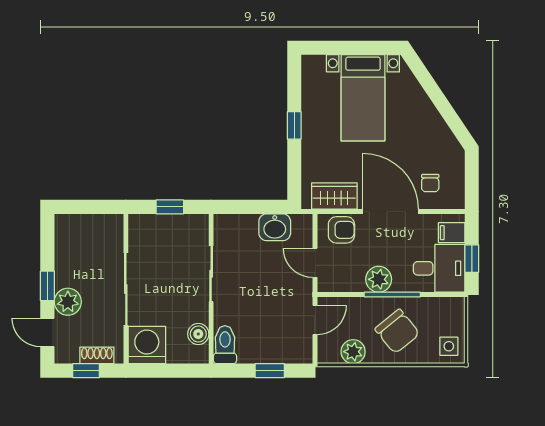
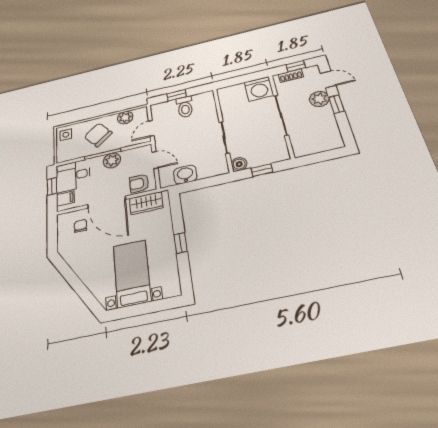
boiler: (198, 334) -> (239, 164), moved
toilet: (225, 345) -> (185, 107), moved

